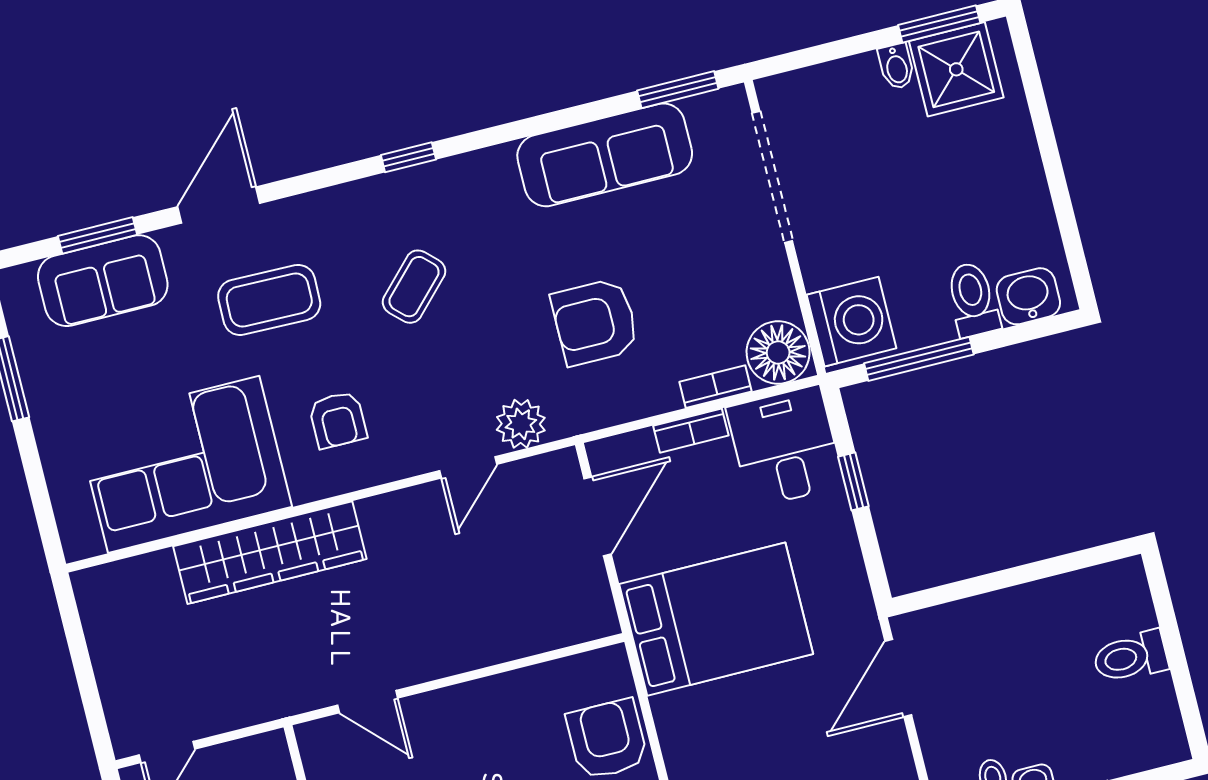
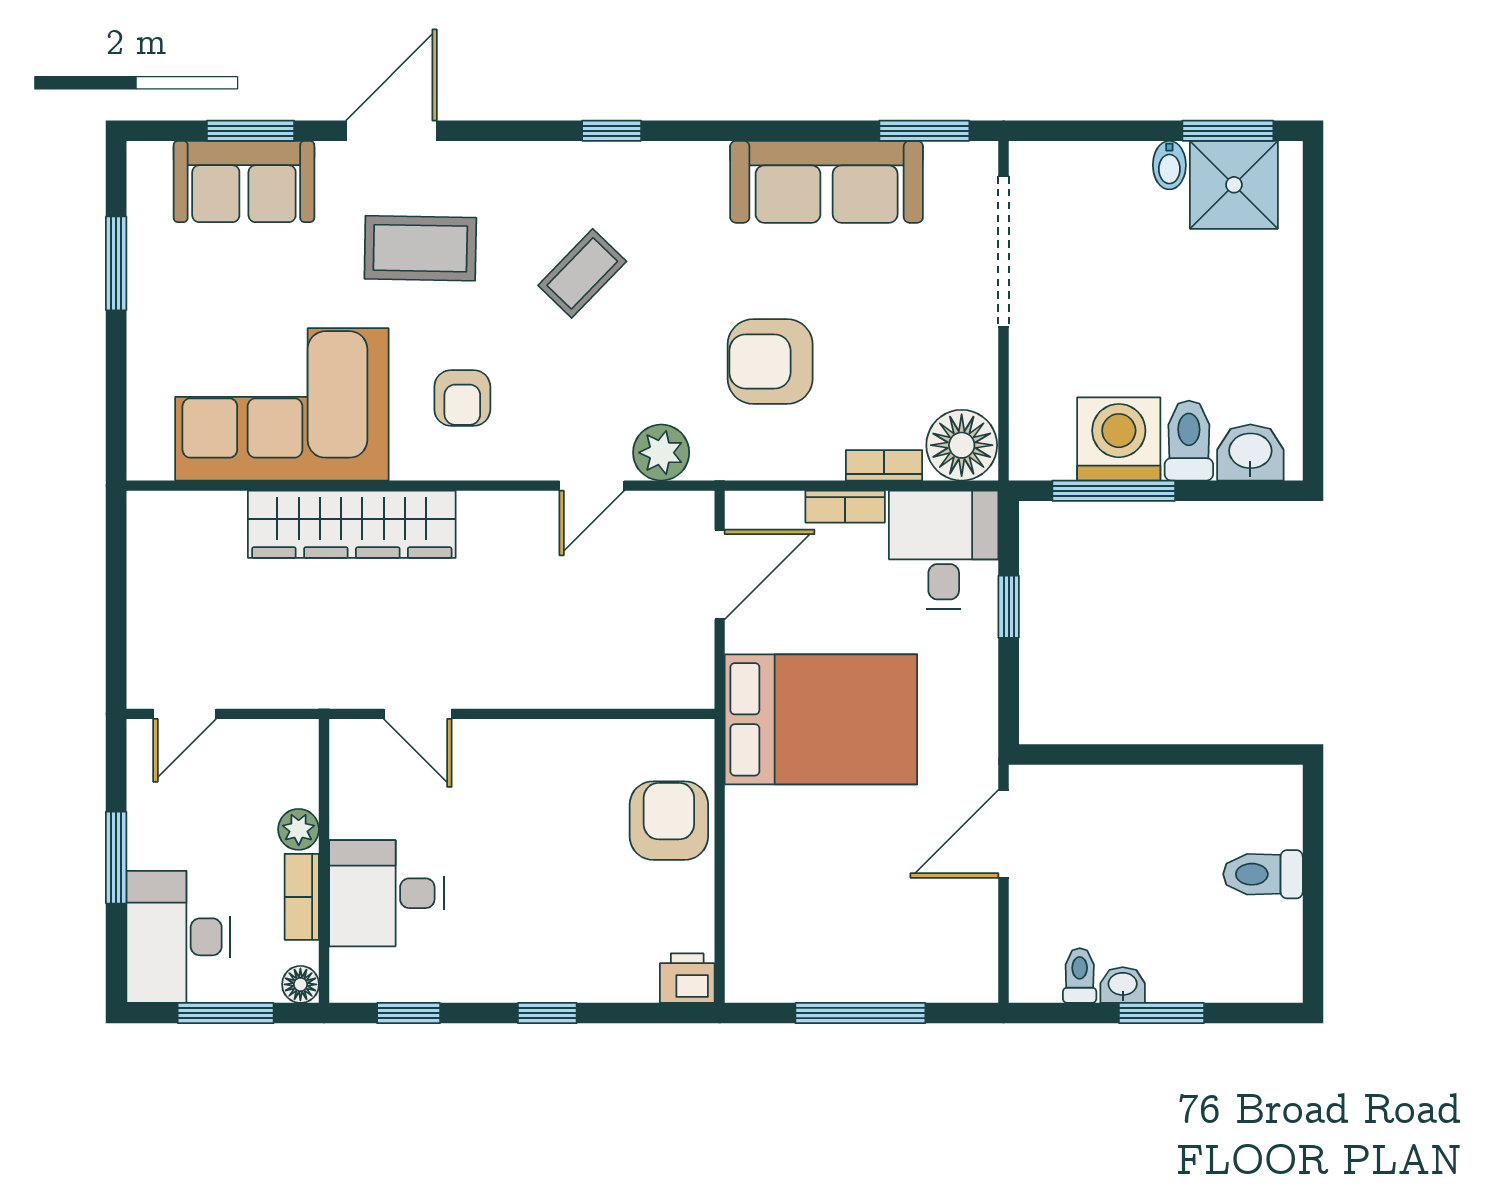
washing machine: (851, 322) -> (1119, 439), moved, turned -90

